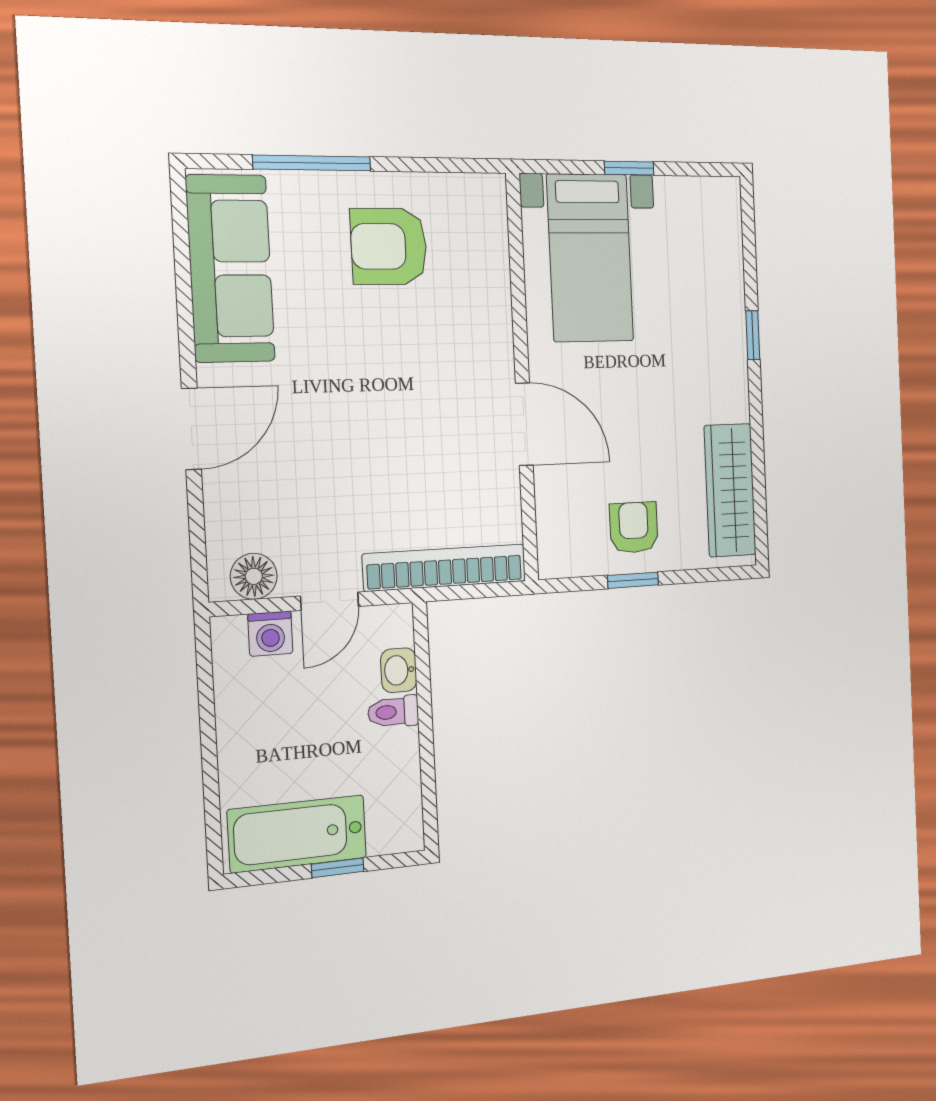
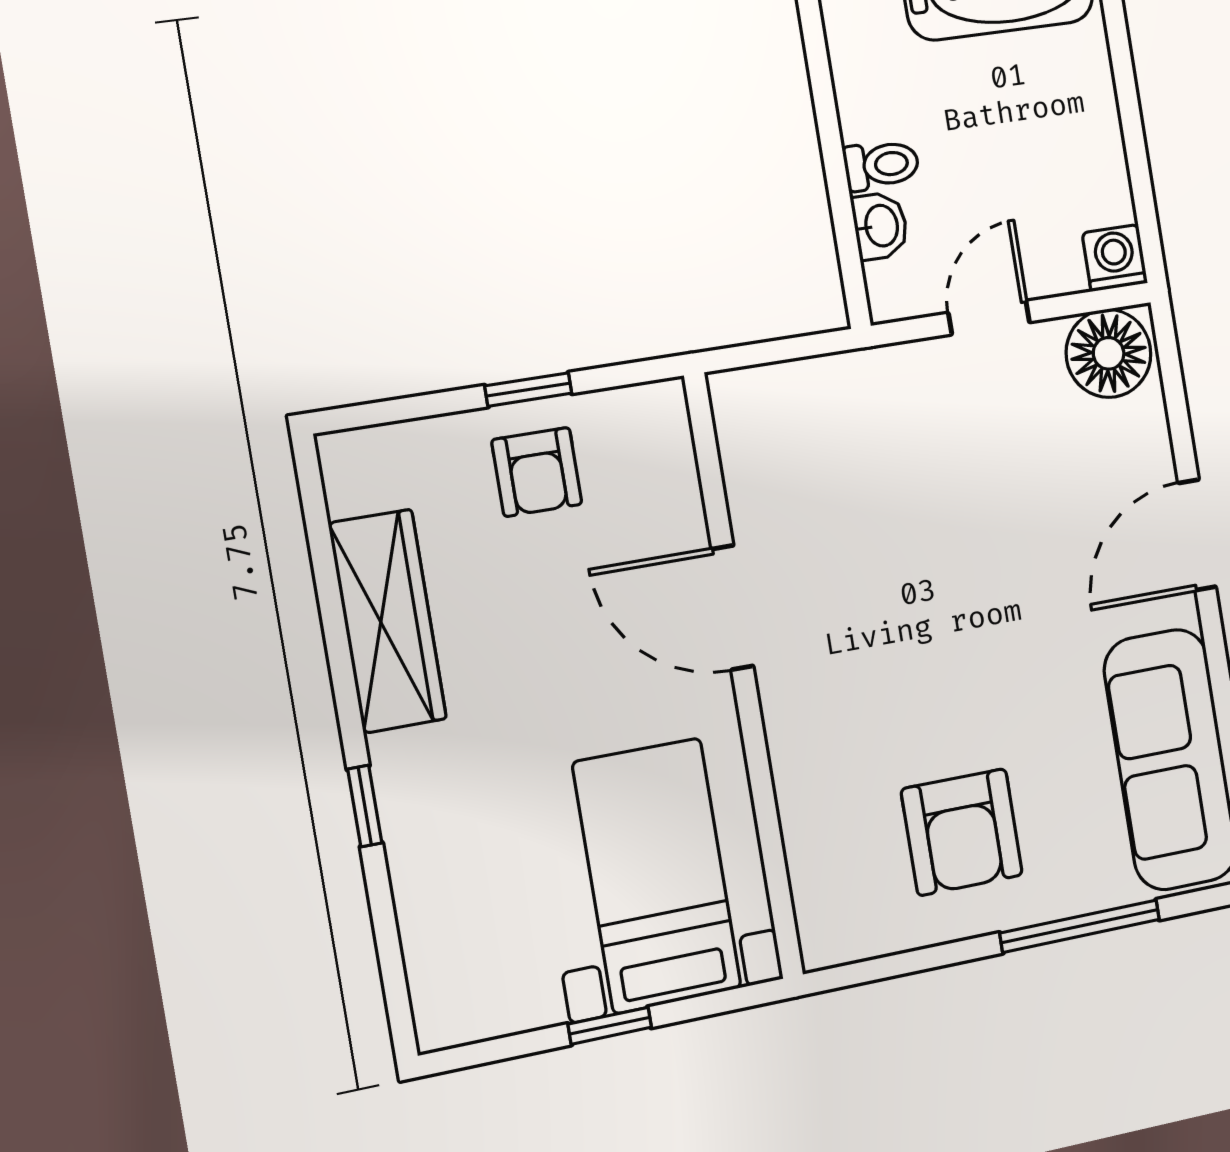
armchair: (389, 246) -> (962, 832), turned 90
wardrobe: (730, 490) -> (388, 621), moved
bookcase: (445, 568) -> (829, 381), removed
floor lamp: (254, 576) -> (1109, 353), width x1.38, depth x1.38
washing machine: (270, 634) -> (1115, 258), moved

